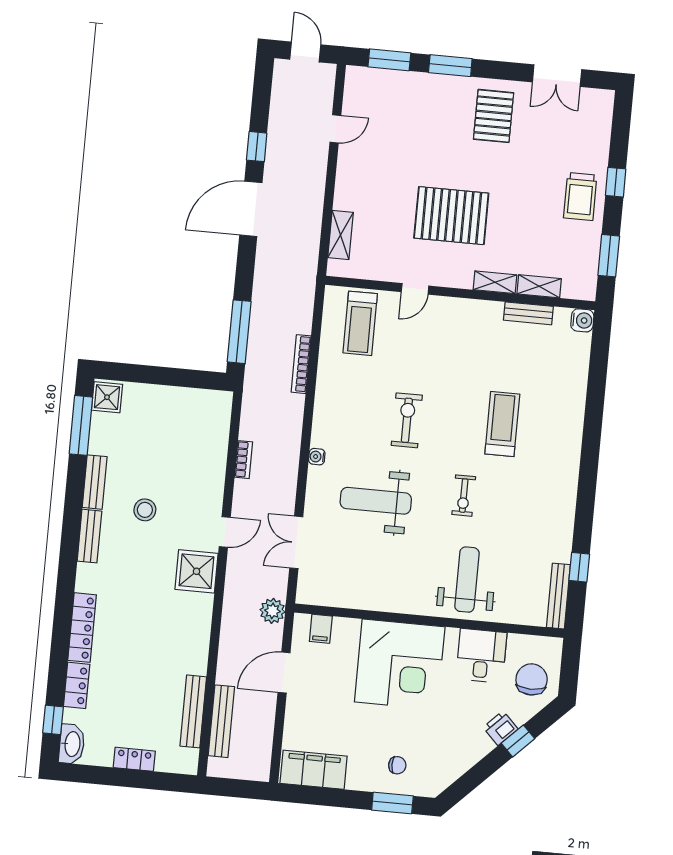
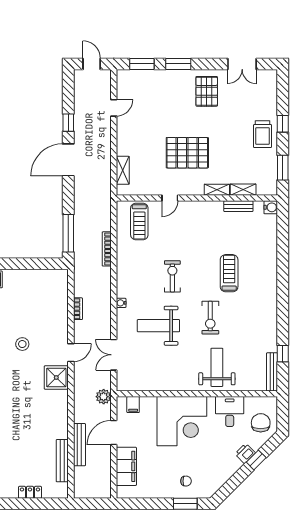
exercise bike: (464, 496) -> (210, 318), width x1.38, depth x1.39
bench: (221, 721) -> (79, 445), moved
filing cabinet: (314, 770) -> (126, 466), moved, turned 90

